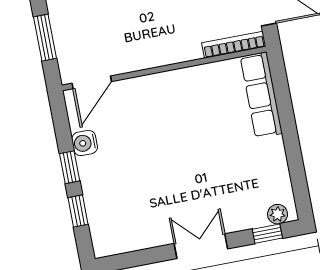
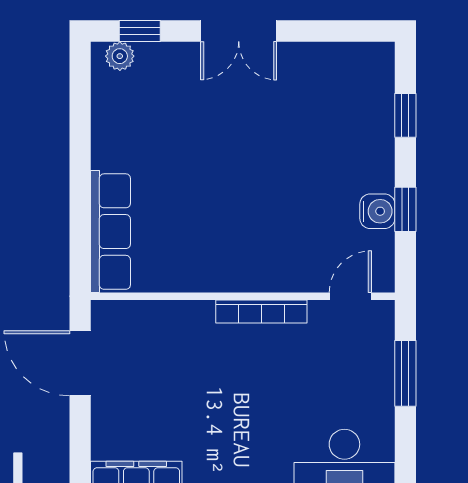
bookcase: (234, 45) -> (261, 311), moved
door: (92, 82) -> (350, 296), width x0.73
window: (70, 167) -> (405, 209), moved

